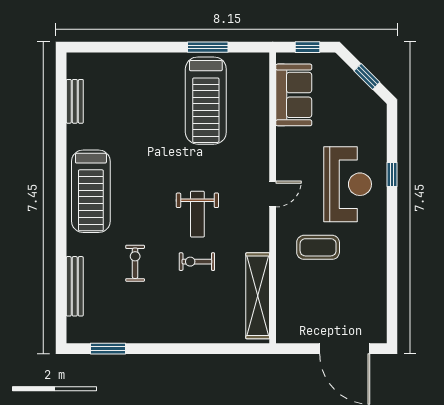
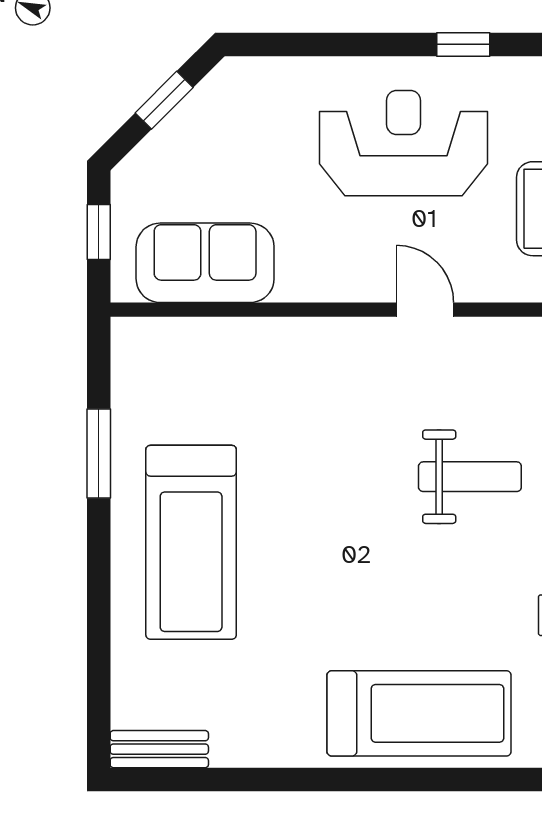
bench: (75, 101) -> (159, 749), moved
treadmill: (206, 101) -> (191, 542), moved, turned 90
window: (392, 174) -> (463, 44), moved

